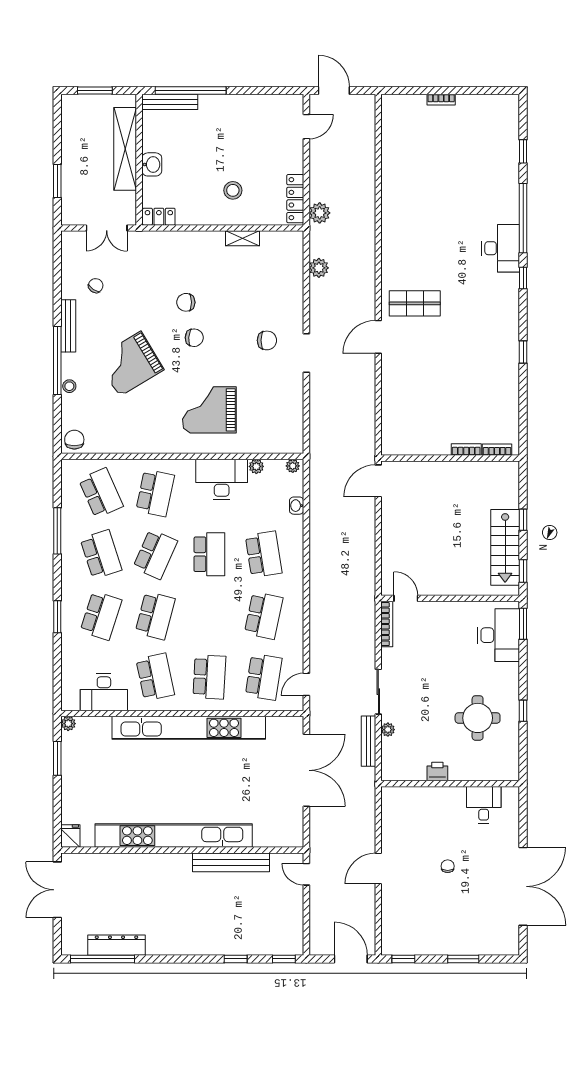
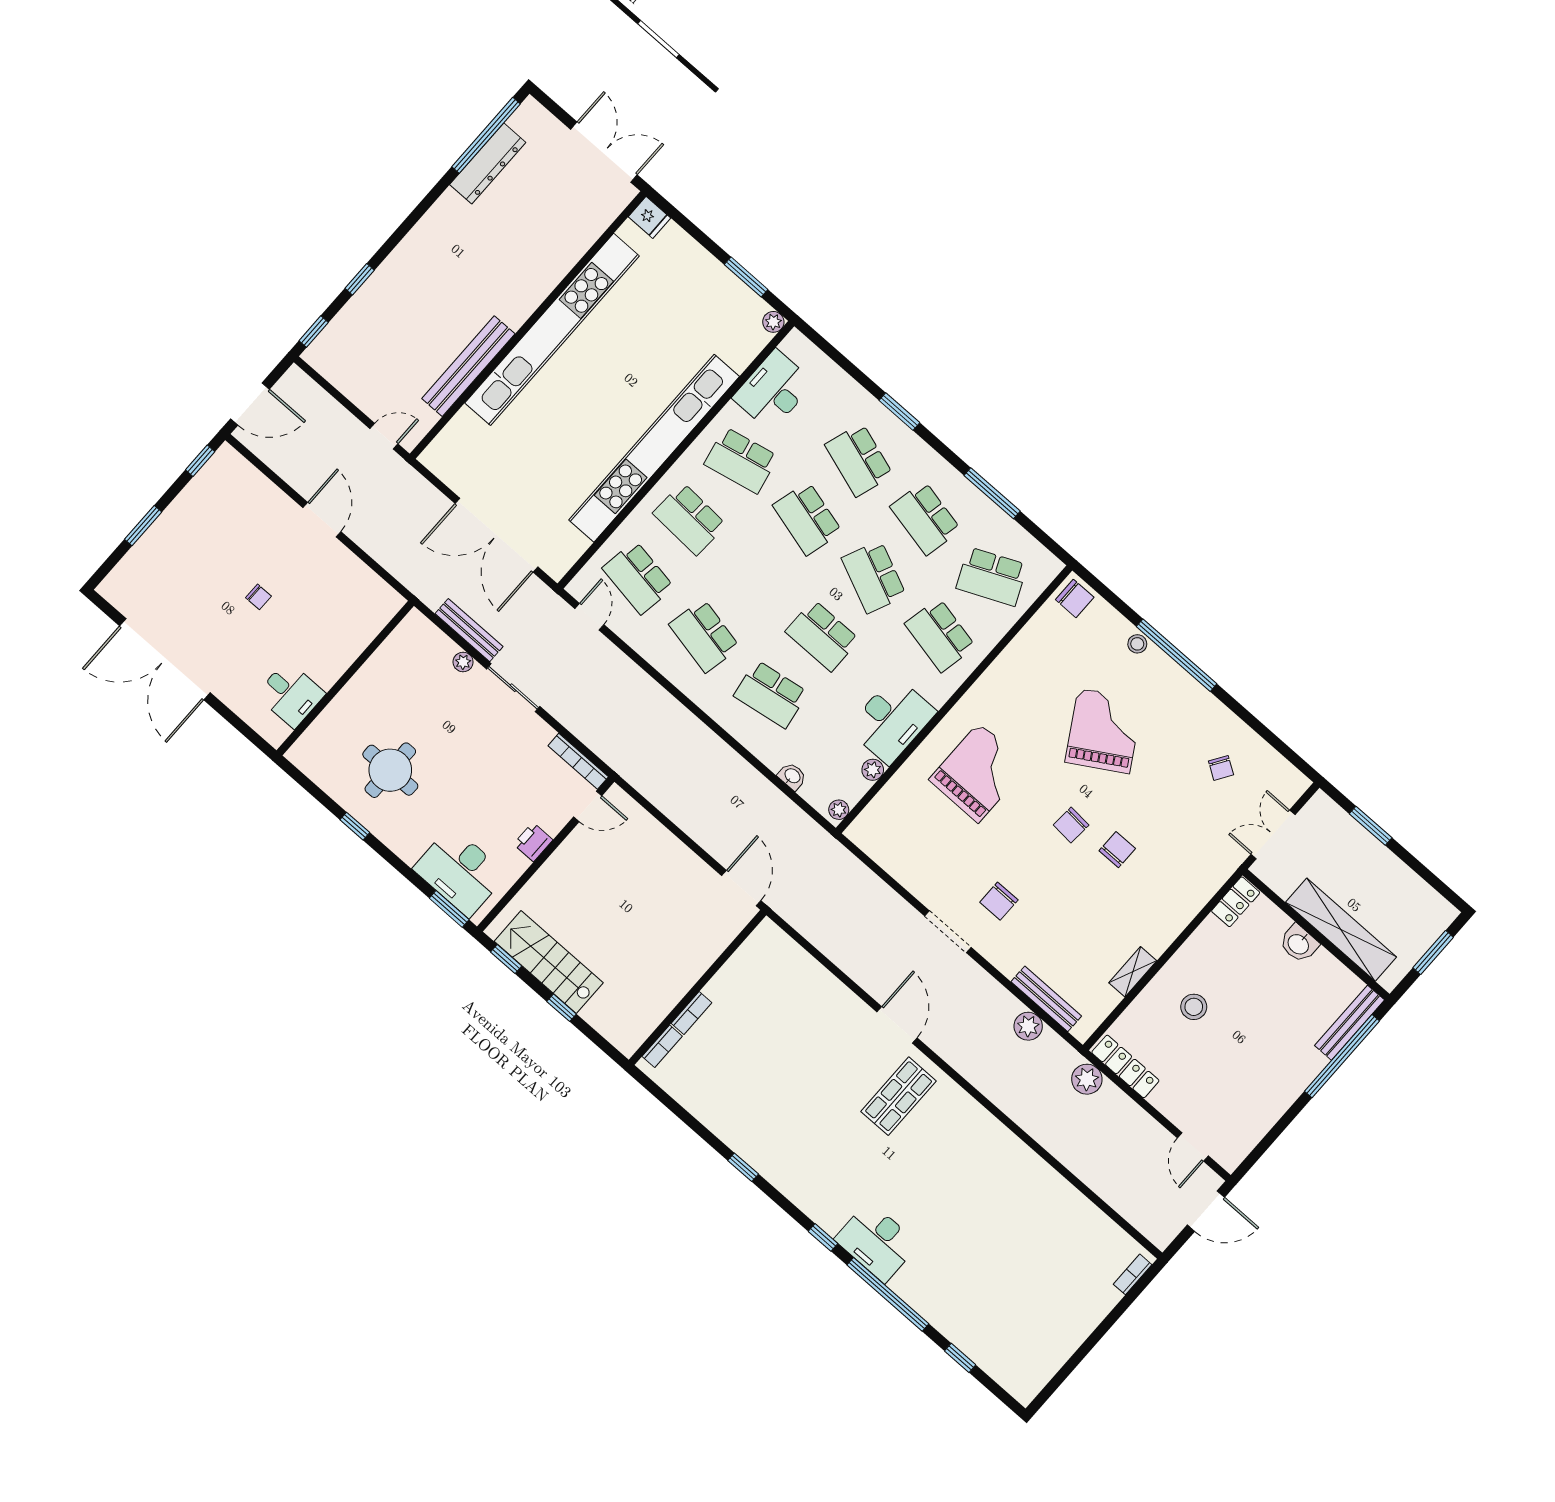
bookcase: (441, 100) -> (1133, 1274), moved
bench: (68, 326) -> (1046, 999), moved
school desk: (101, 554) -> (925, 518), turned 30
printer: (437, 772) -> (533, 842), moved, turned 180

